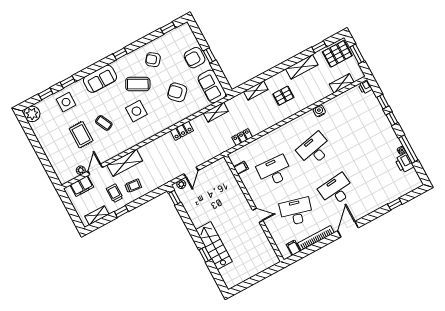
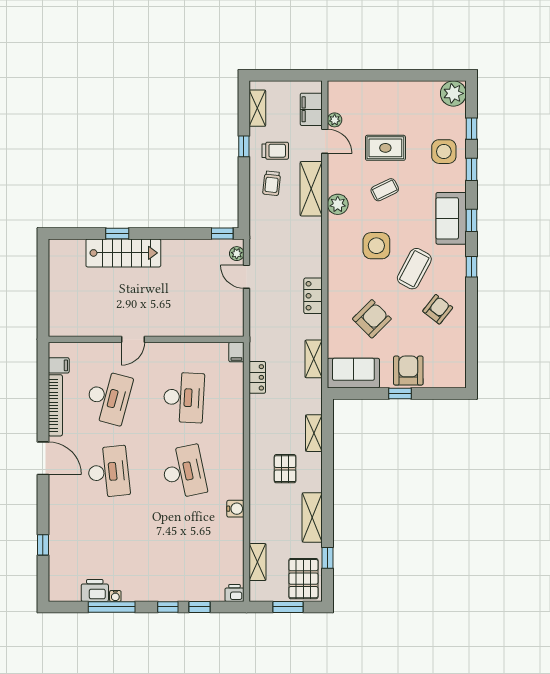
window: (168, 28) -> (471, 220), moved
plant: (125, 144) -> (338, 204), added
filing cabinet: (241, 168) -> (236, 352), moved

